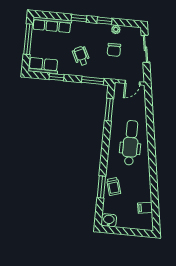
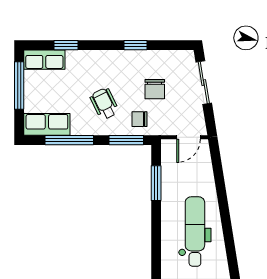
window: (79, 18) -> (66, 45), moved
row of seats: (52, 25) -> (44, 60), width x0.68
plant: (116, 29) -> (155, 57), removed
chair: (102, 68) -> (139, 119), added
window: (56, 77) -> (69, 140), width x2.17

